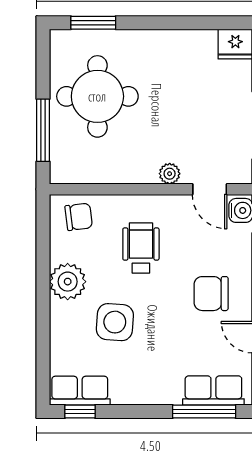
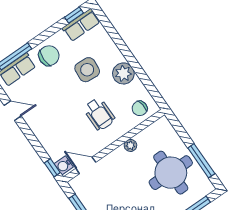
window: (43, 130) -> (201, 161), moved
plant: (170, 174) -> (130, 145), moved
chair: (211, 294) -> (49, 56), moved

